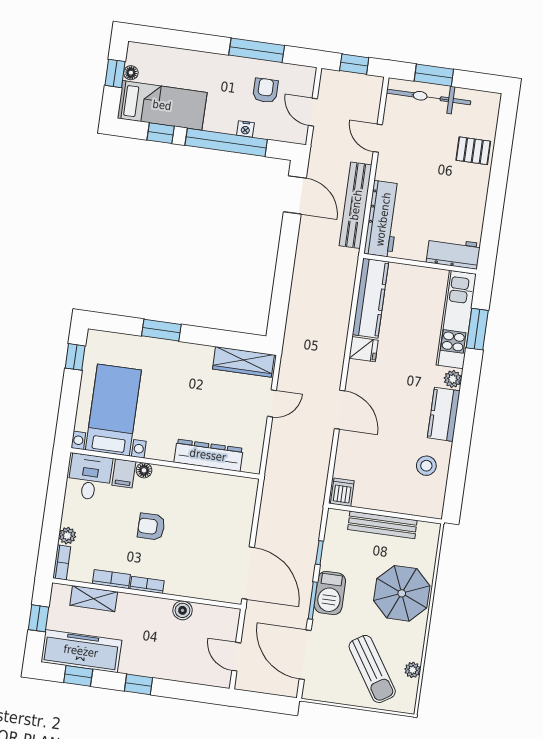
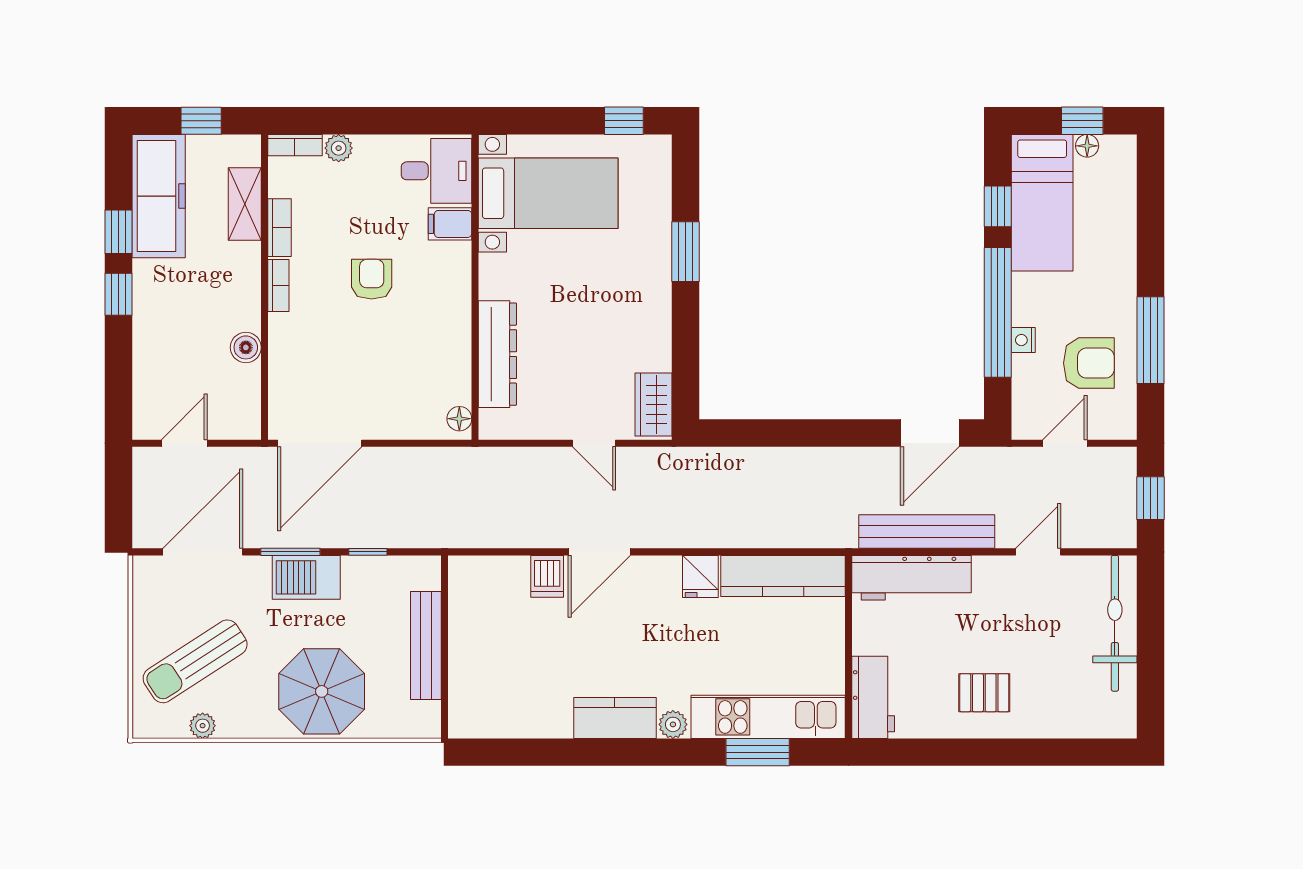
window: (434, 75) -> (1151, 627), removed
armchair: (265, 90) -> (1089, 363), width x1.38, depth x1.38
pallet: (473, 151) -> (984, 693), moved, turned 90
wardrobe: (243, 362) -> (654, 405), width x0.67
stool: (426, 466) -> (530, 702), removed
floor lamp: (144, 470) -> (459, 419), moved
dishwasher: (342, 492) -> (547, 576), moved, turned 90
window: (78, 676) -> (119, 232), moved

